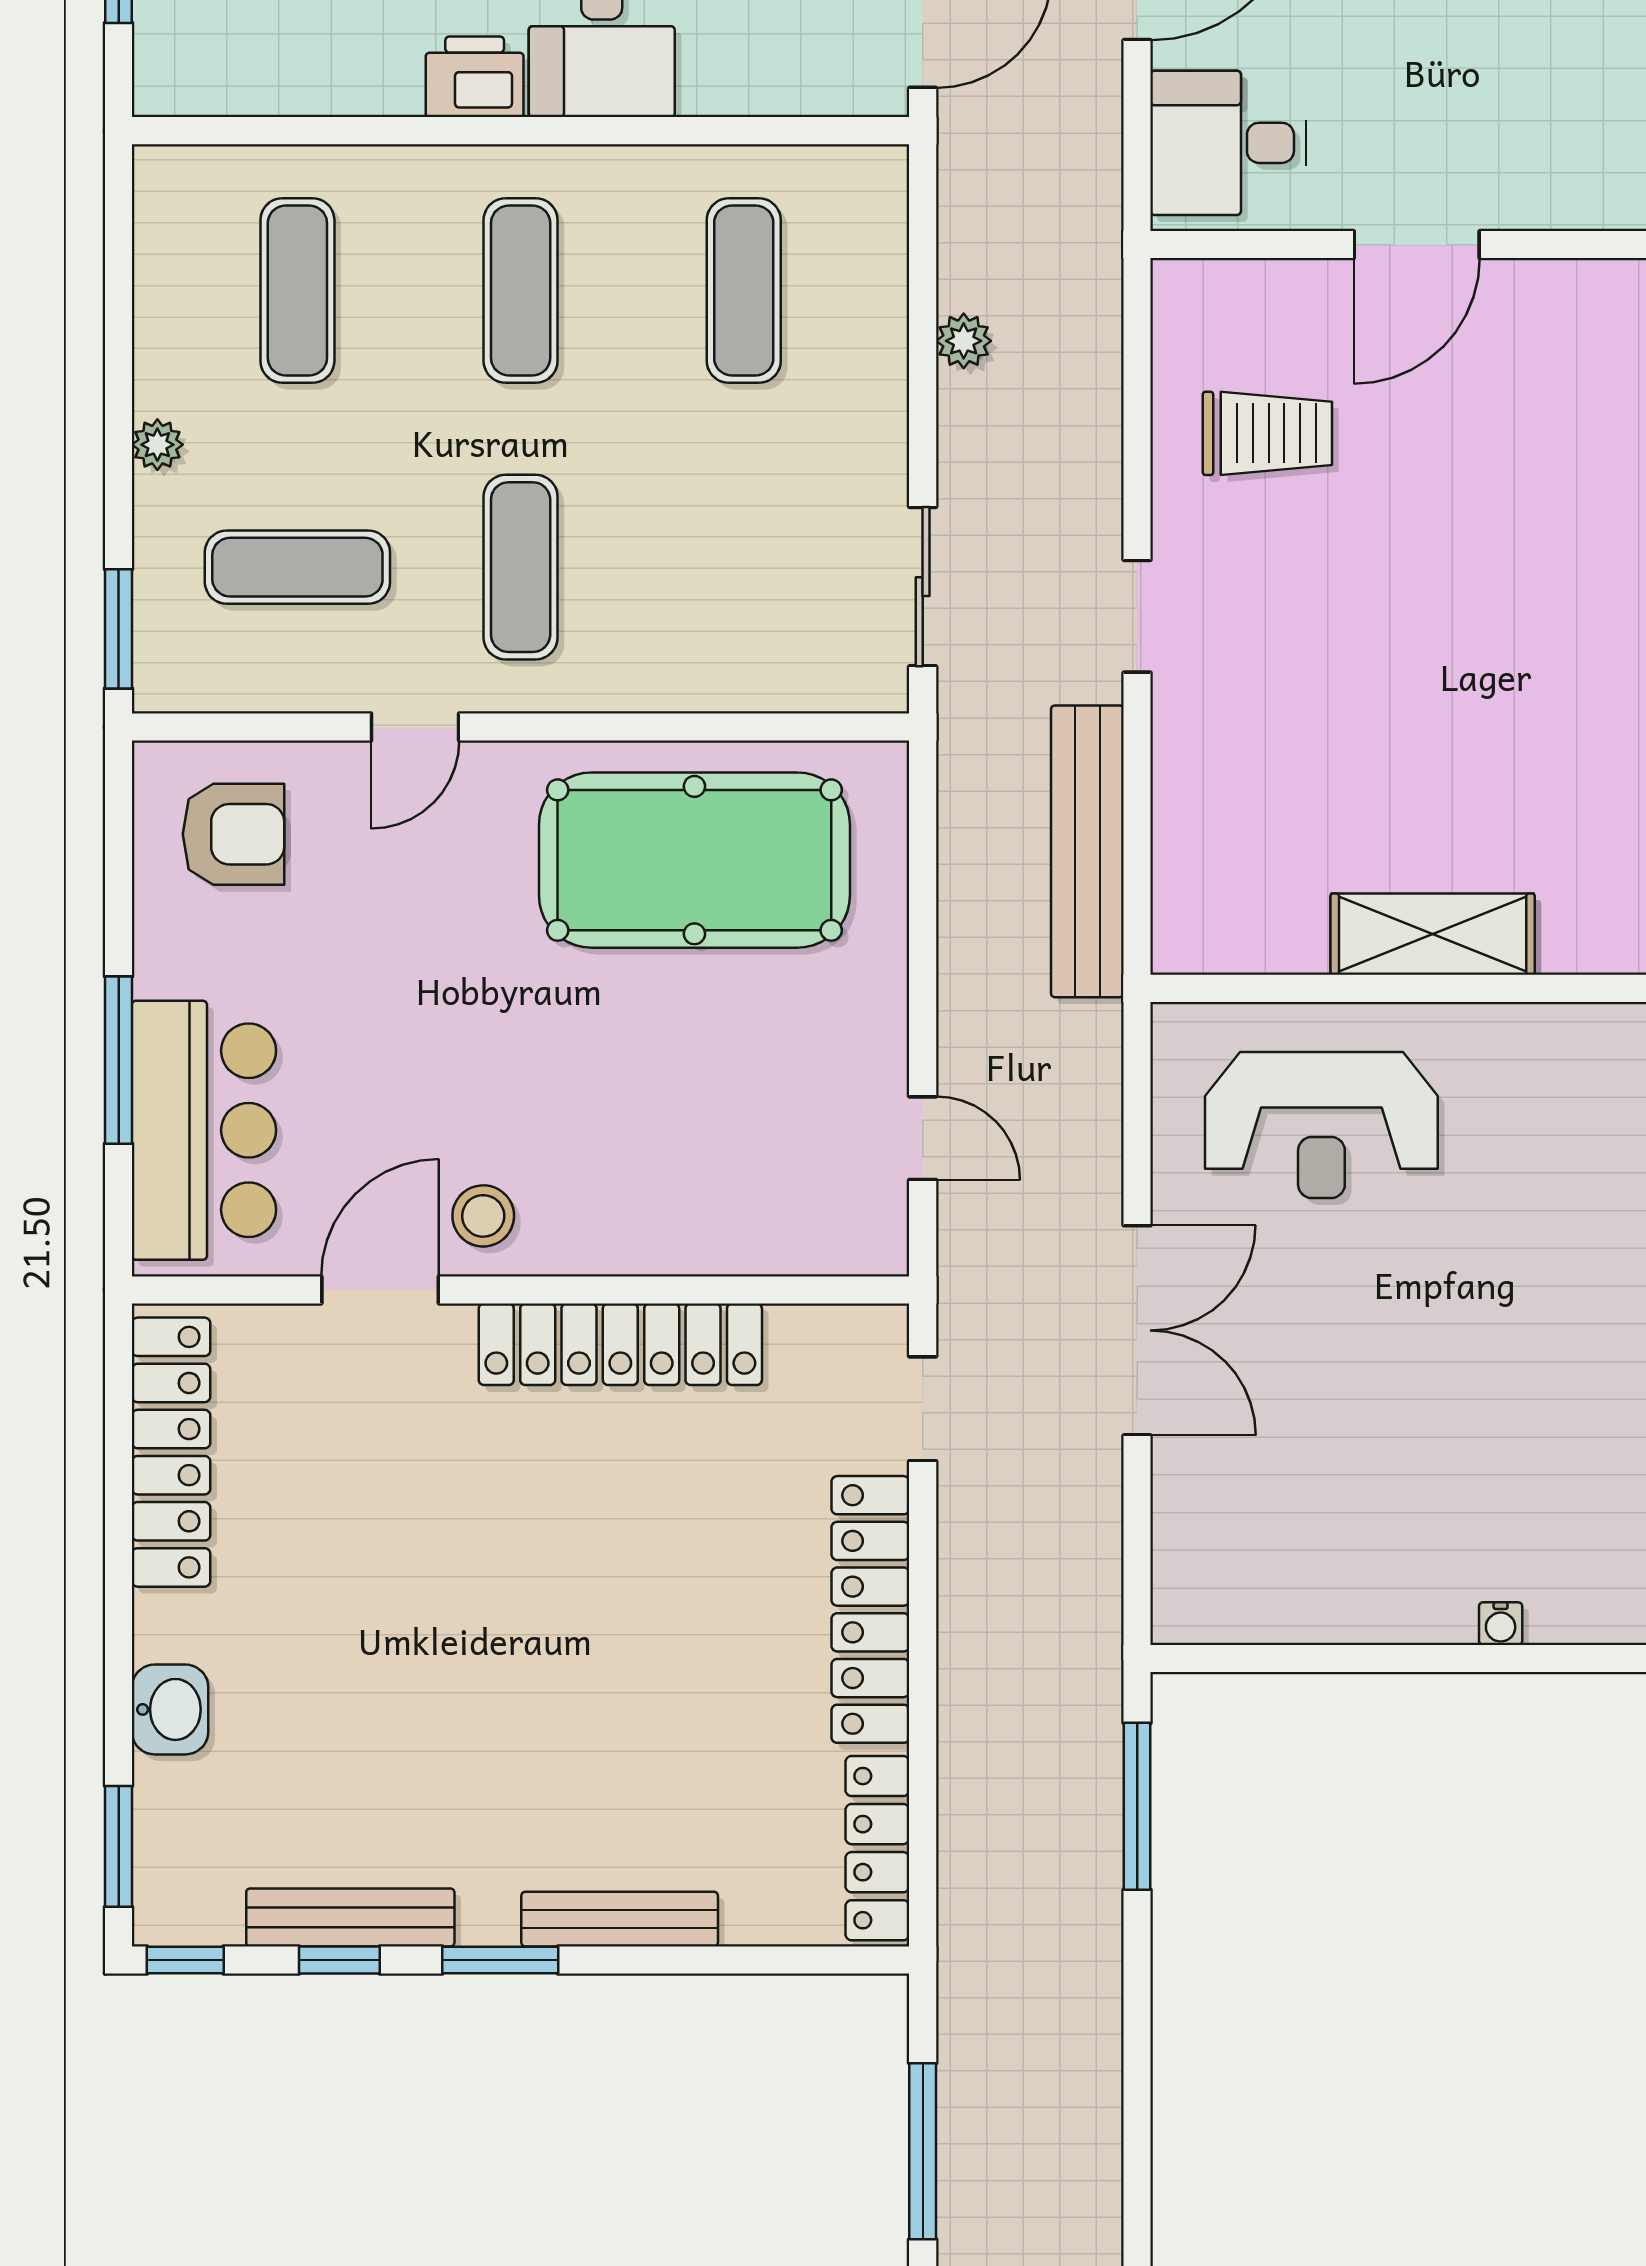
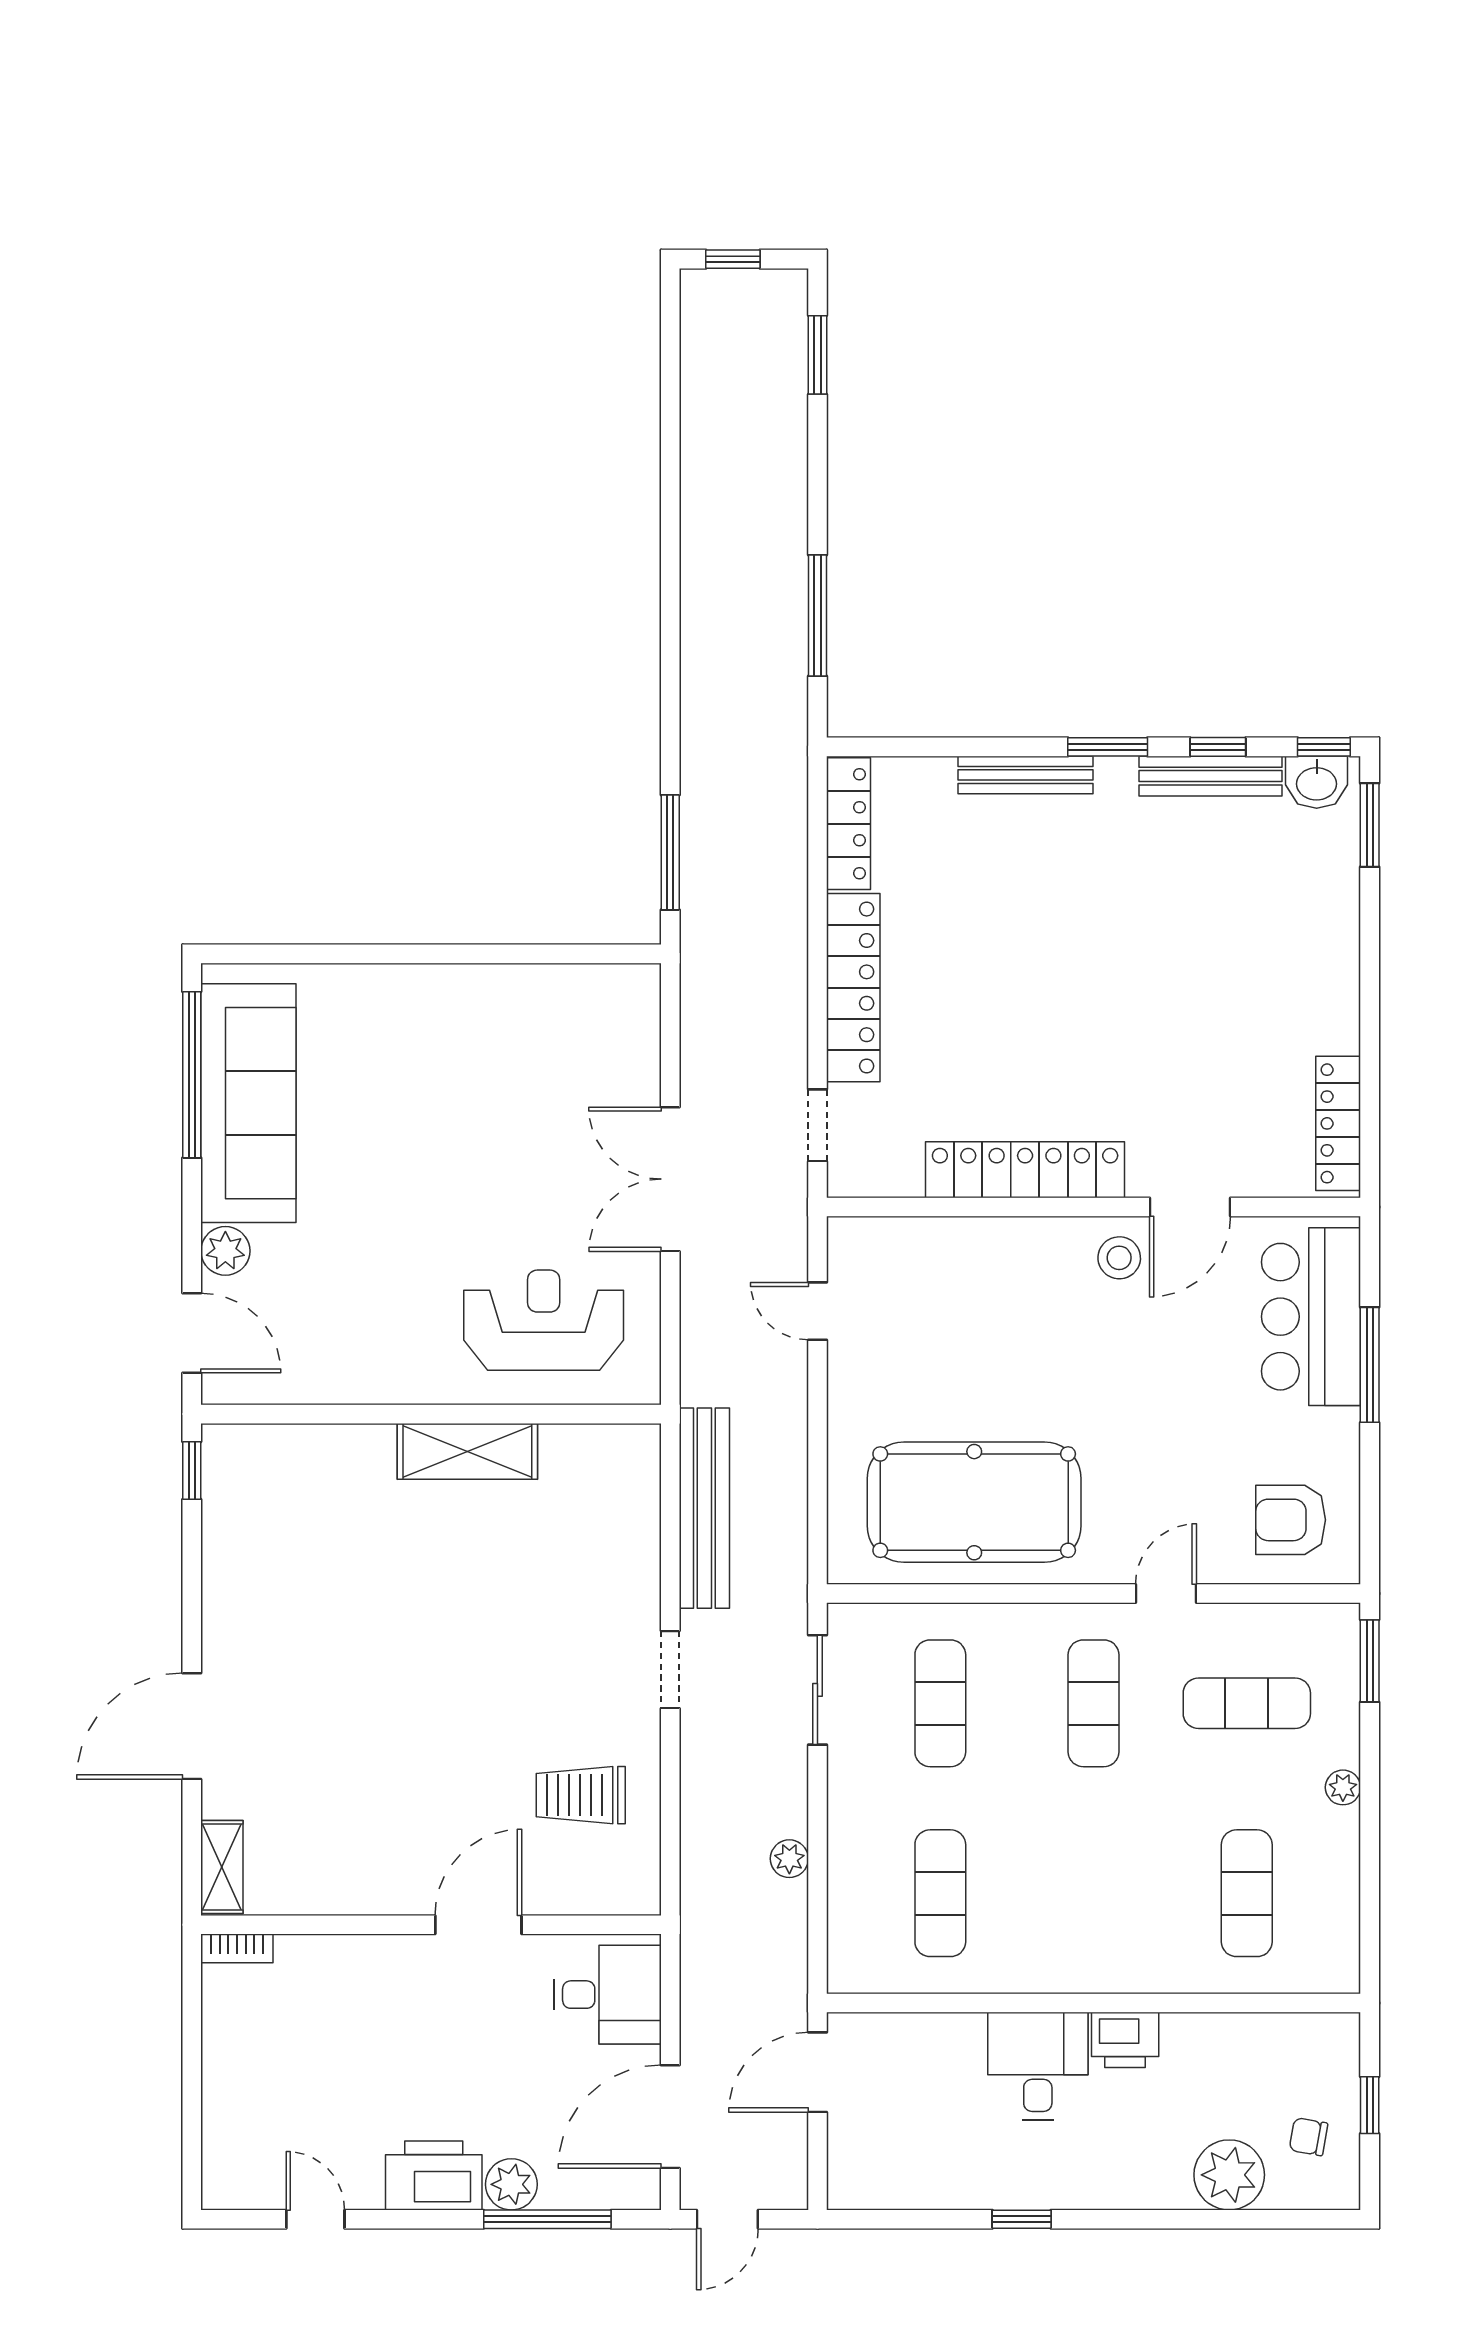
exercise mat: (521, 290) -> (940, 1703), moved
locker: (171, 1452) -> (1338, 1123), width x0.71, depth x0.83
water cooler: (1501, 1624) -> (421, 978), removed
washbasin: (170, 1709) -> (1317, 782), moved, turned -90

